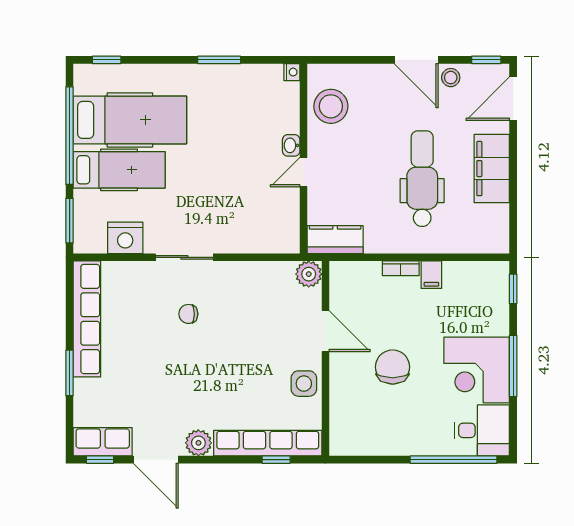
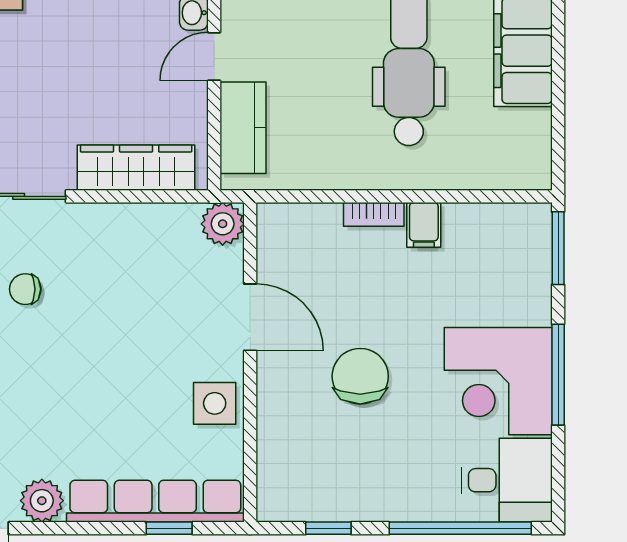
wardrobe: (256, 240) -> (136, 168), added
kitchen counter: (335, 240) -> (243, 128), moved, turned 90
window: (513, 289) -> (558, 248), width x1.50
window: (373, 460) -> (328, 528), added

